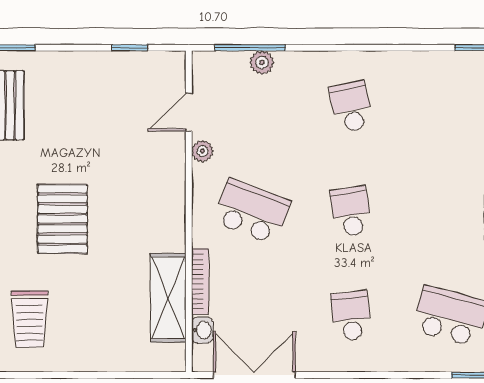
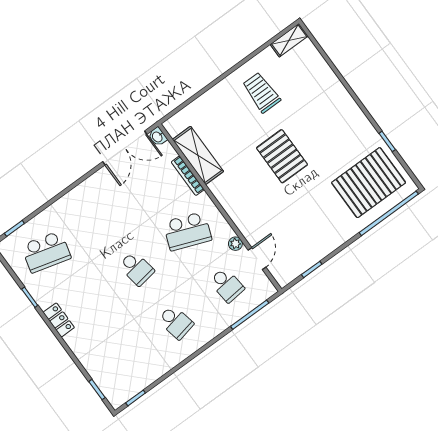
plant: (262, 62) -> (238, 312), removed
school desk: (351, 316) -> (227, 285), moved
washbasin: (202, 330) -> (158, 137), moved

